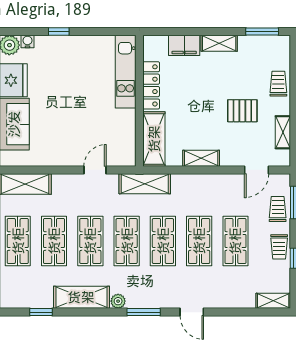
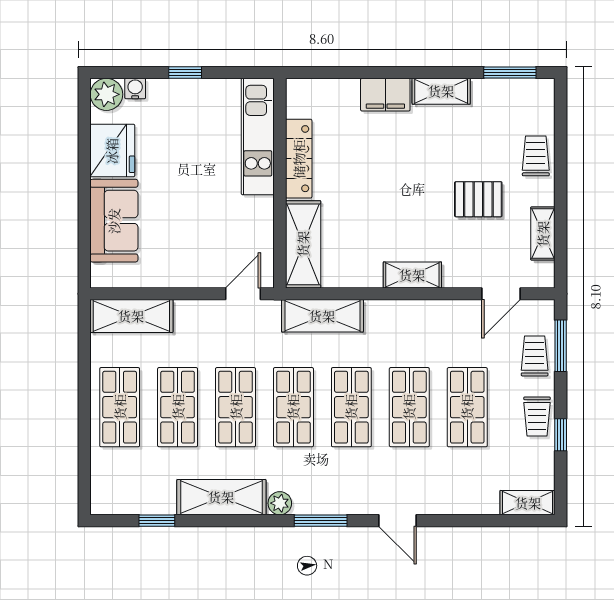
kitchen unit: (126, 72) -> (258, 137), moved
locker: (151, 85) -> (299, 159), moved
wall: (139, 101) -> (280, 183), moved
shelving: (154, 139) -> (303, 244), moved

